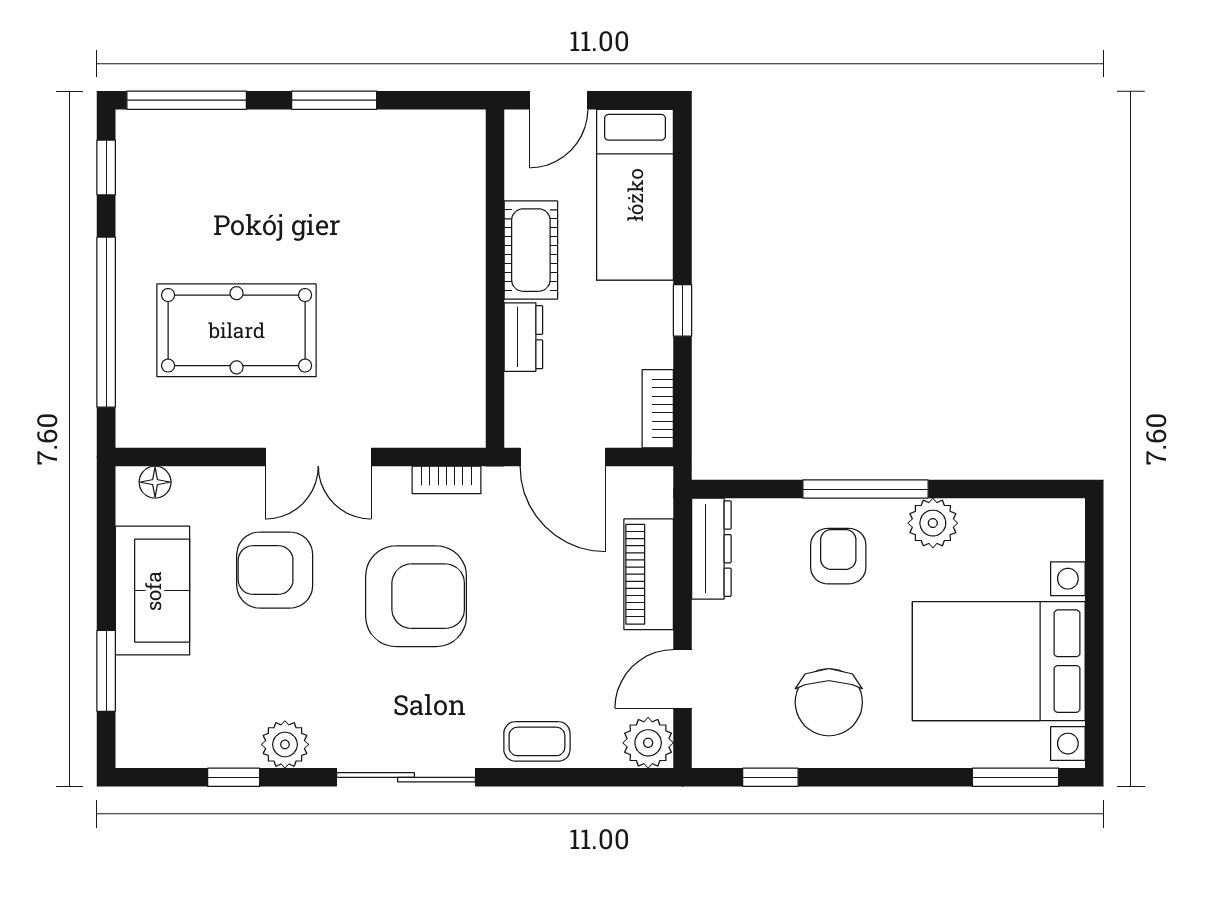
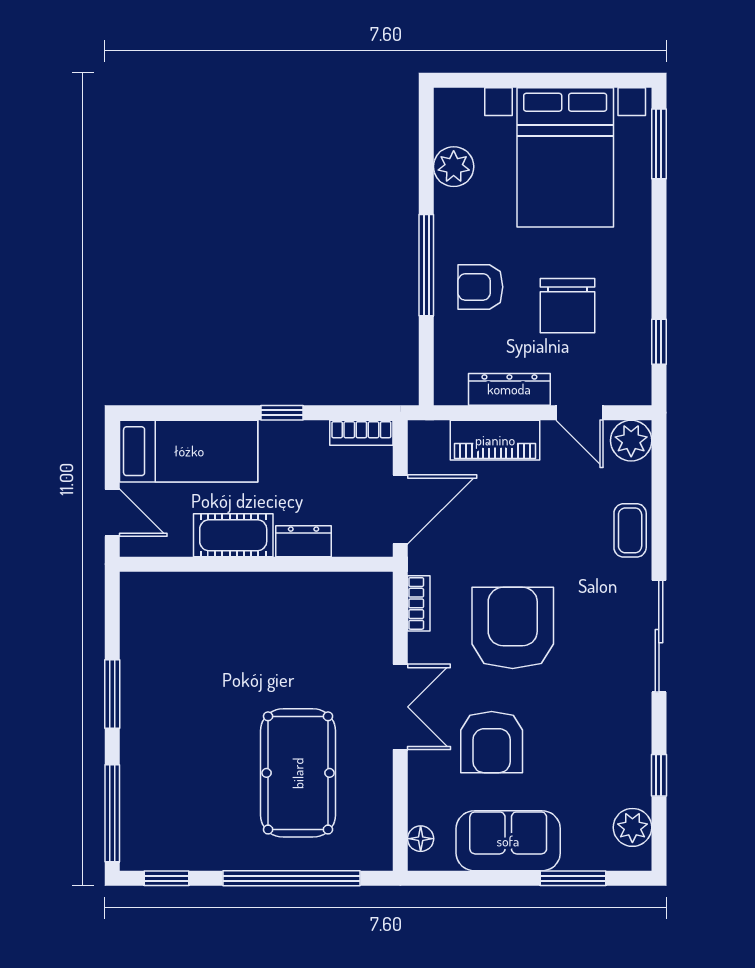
plant: (933, 523) -> (454, 167), moved
dresser: (711, 549) -> (509, 389), moved
chair: (829, 702) -> (567, 306), moved, turned 90
plant: (285, 744) -> (632, 827), moved

